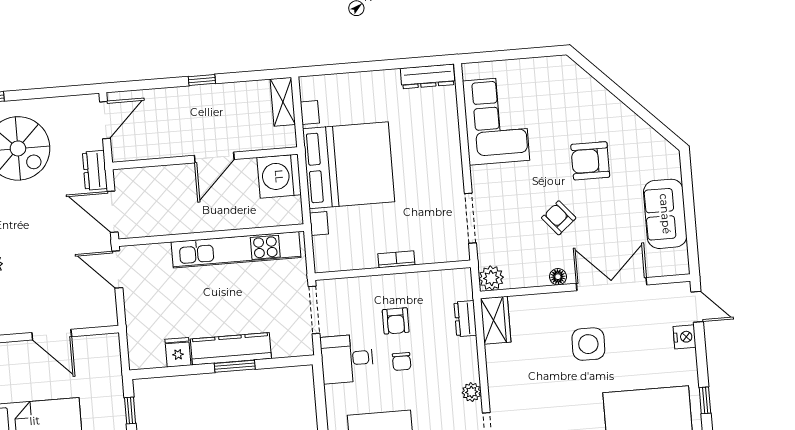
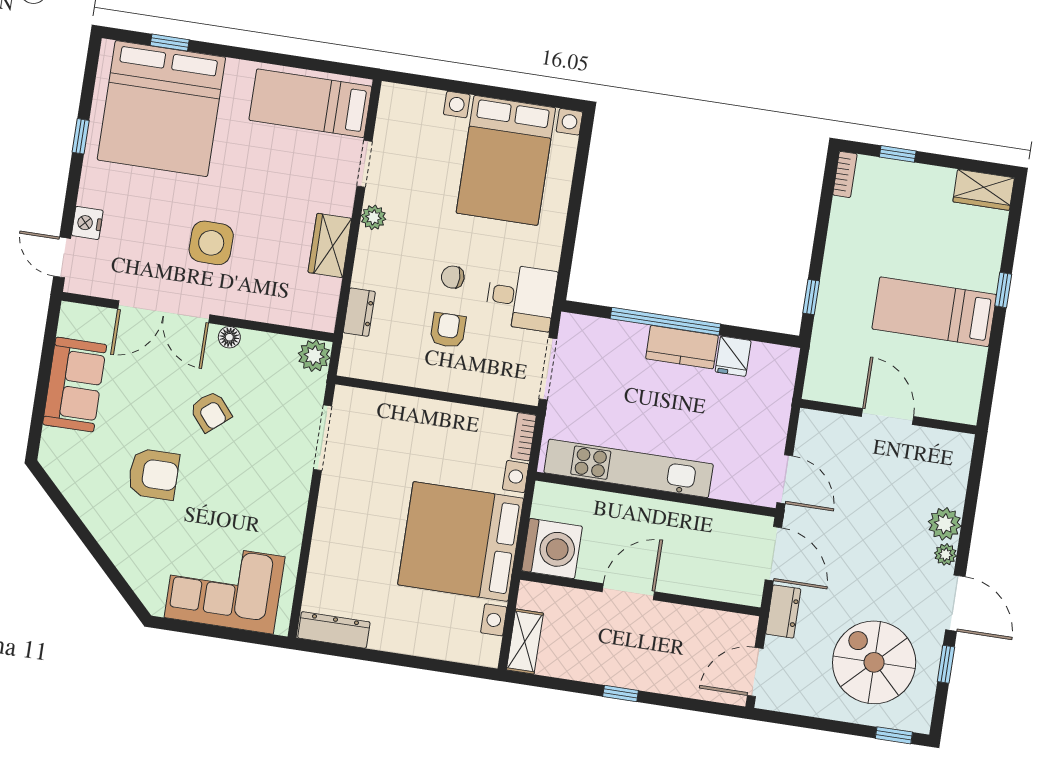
corner sofa: (496, 121) -> (225, 587), moved, turned 90
bookcase: (396, 259) -> (524, 437), moved, turned 90
wardrobe: (496, 320) -> (330, 245), moved
kitchen counter: (231, 349) -> (682, 347), width x0.67
chair: (402, 361) -> (453, 277), turned -90
window: (235, 366) -> (665, 321), width x2.11

